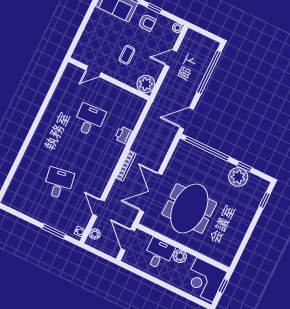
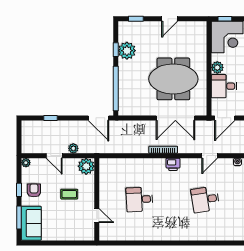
window: (209, 72) -> (51, 118), width x0.32
printer: (124, 135) -> (173, 164), moved
door: (249, 233) -> (170, 19), added
plant: (95, 234) -> (73, 148), moved

